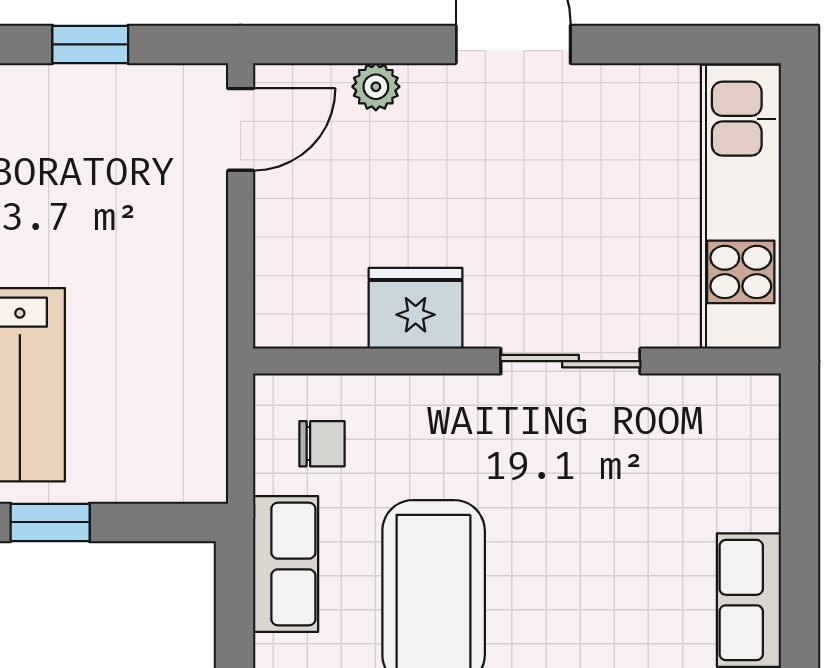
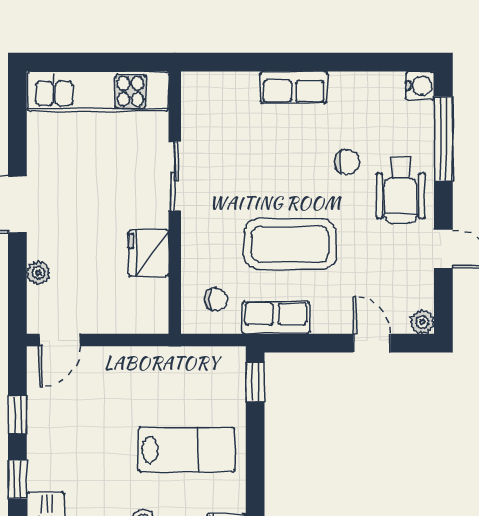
door: (241, 129) -> (60, 340), swing flipped
chair: (322, 444) -> (216, 300), turned 90
window: (50, 522) -> (255, 382), moved

